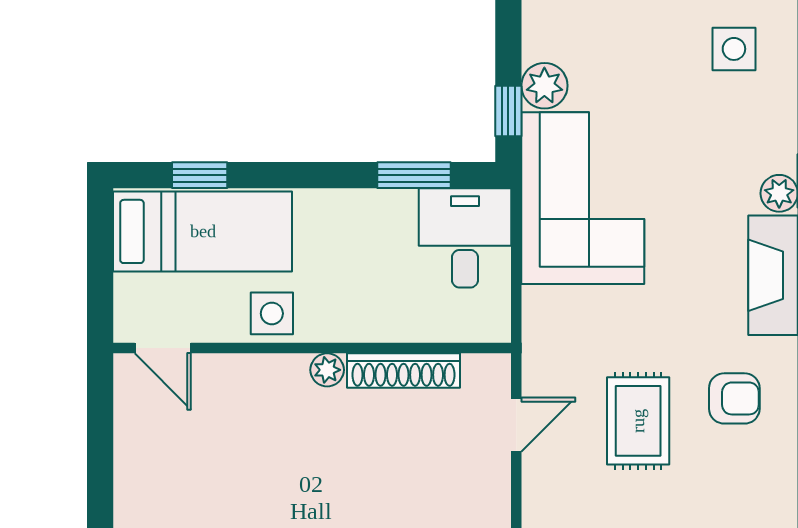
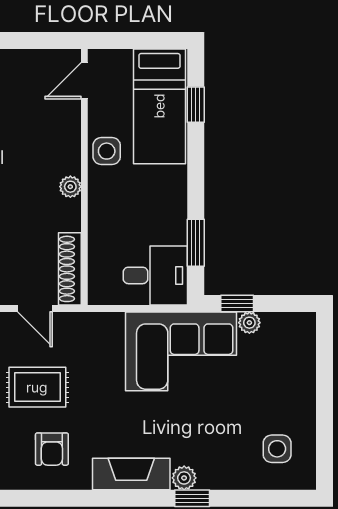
plant: (544, 86) -> (249, 323), width x0.73, depth x0.73
shoe rack: (404, 371) -> (70, 269), moved

